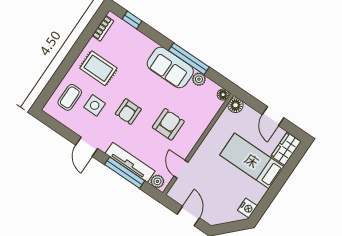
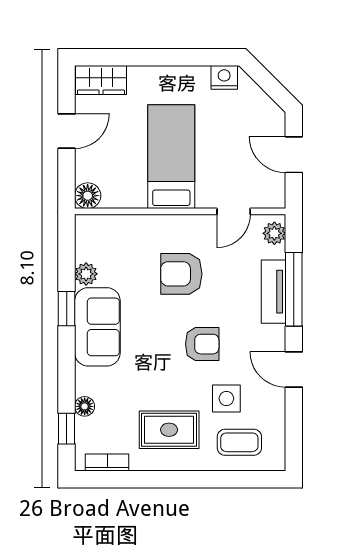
window: (189, 59) -> (67, 309), width x0.46
rug: (98, 68) -> (169, 430), turned 90
floor lamp: (223, 95) -> (85, 406), moved
door: (87, 147) -> (294, 370), swing flipped
bed: (252, 161) -> (171, 157), moved, turned 180
tv unit: (130, 162) -> (274, 292), width x0.71
door: (188, 216) -> (294, 155), hinge flipped

